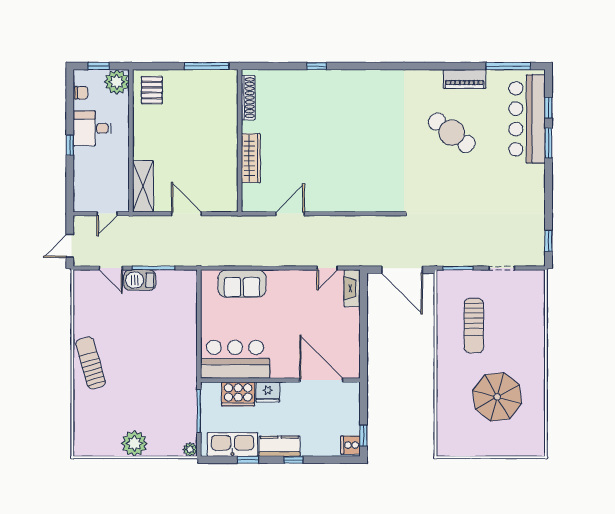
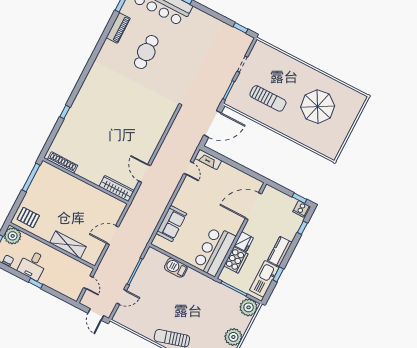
cafe table: (452, 133) -> (146, 52), turned -37
wardrobe: (251, 158) -> (117, 188), moved
shelving: (143, 186) -> (68, 245), moved
barbecue: (140, 280) -> (176, 268), moved, turned 90
plant: (190, 449) -> (249, 307), width x1.88, depth x1.88
window: (293, 460) -> (302, 228), moved

